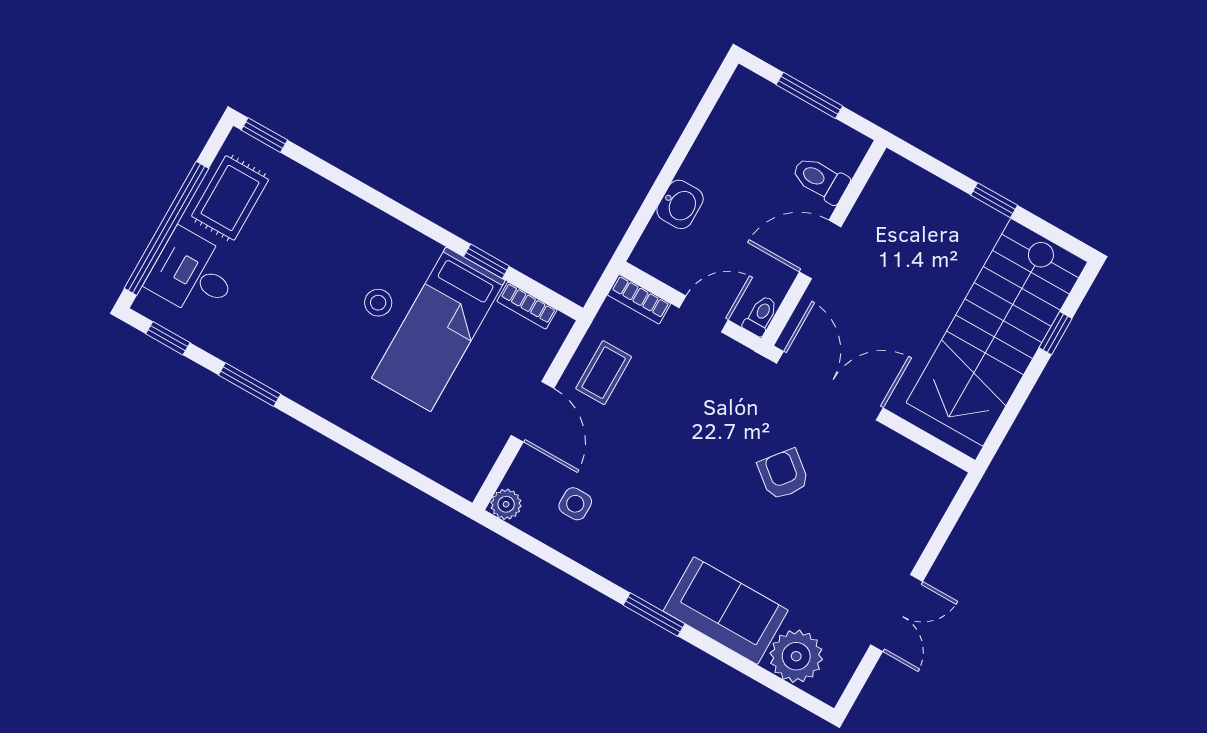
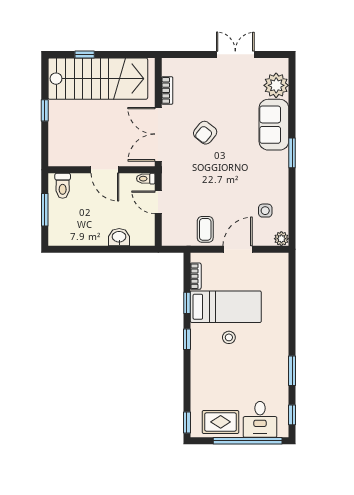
toilet: (820, 180) -> (63, 186), moved
window: (419, 223) -> (187, 339), added
bookcase: (639, 299) -> (167, 90), moved
coffee table: (604, 373) -> (205, 229), turned 90

